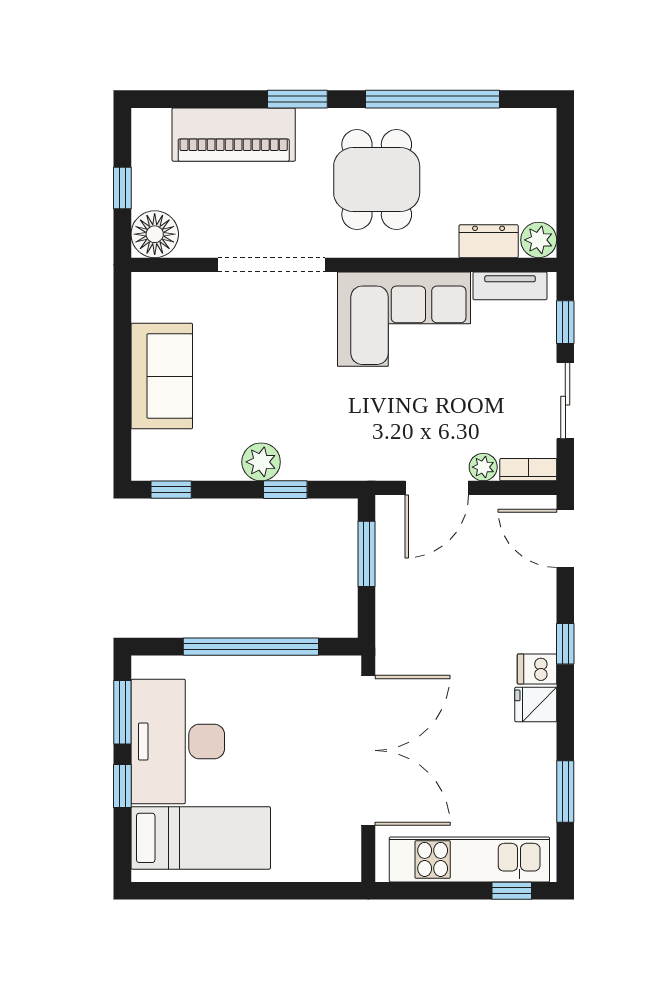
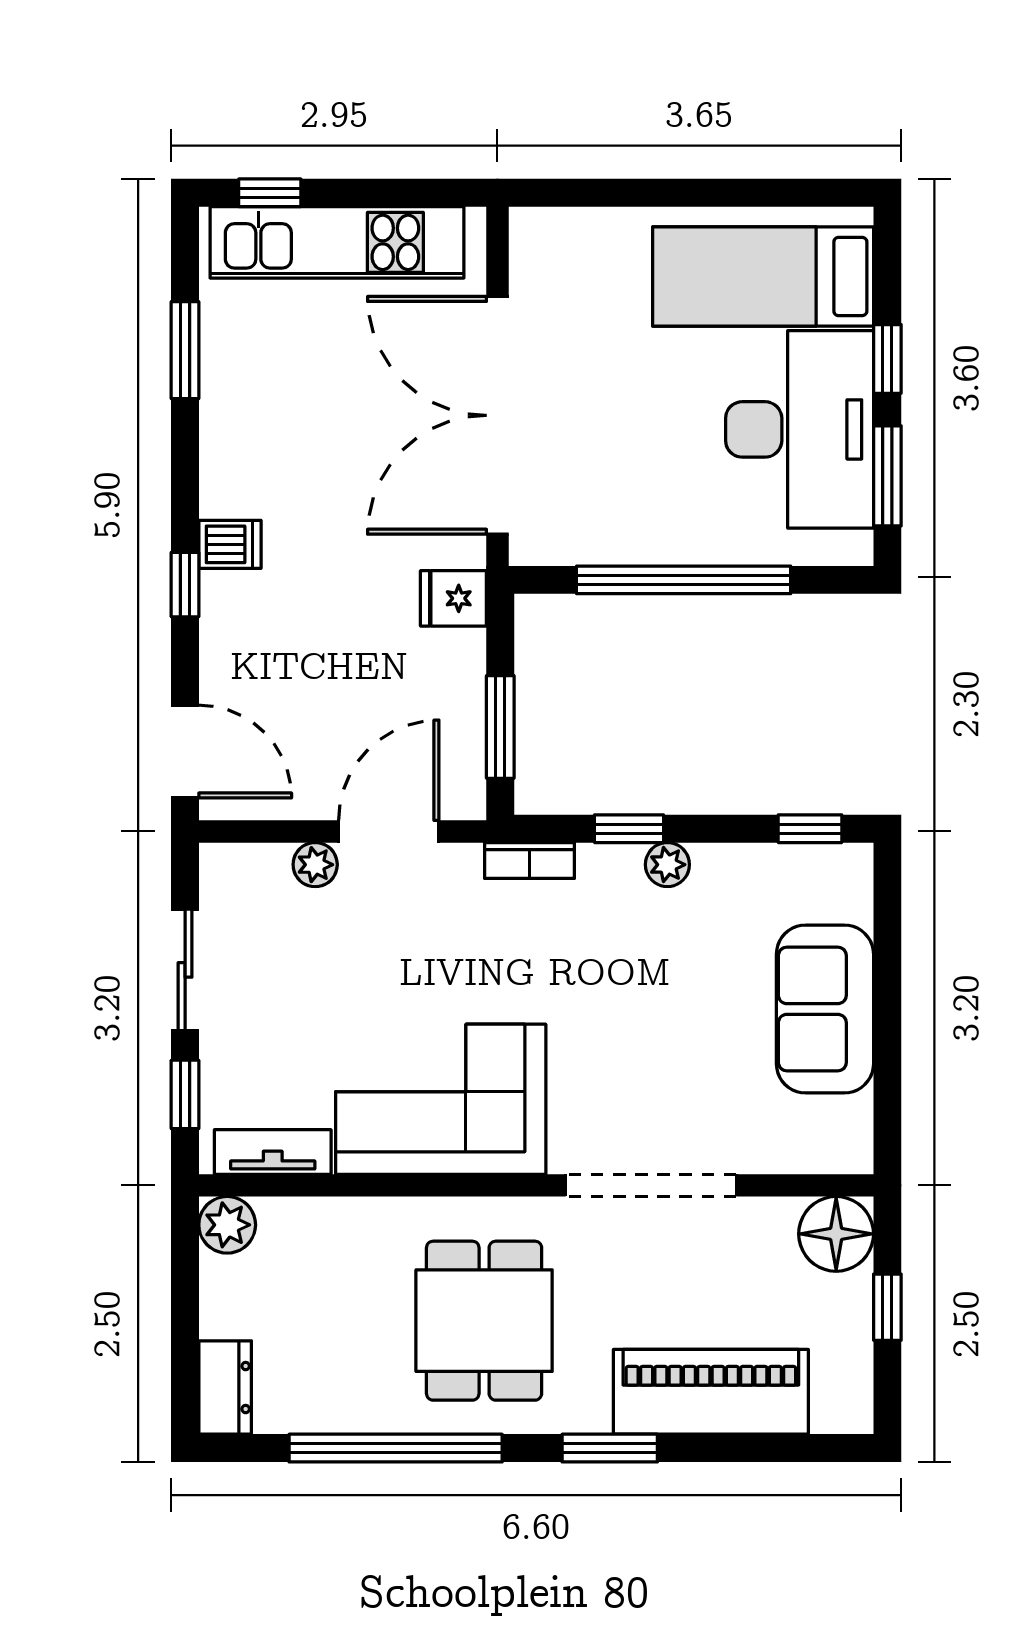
dresser: (489, 241) -> (225, 1388), moved, turned -90
plant: (261, 462) -> (667, 865), width x0.73, depth x0.73
bookcase: (528, 470) -> (530, 860), moved
fridge: (536, 704) -> (453, 598), moved, turned 180

